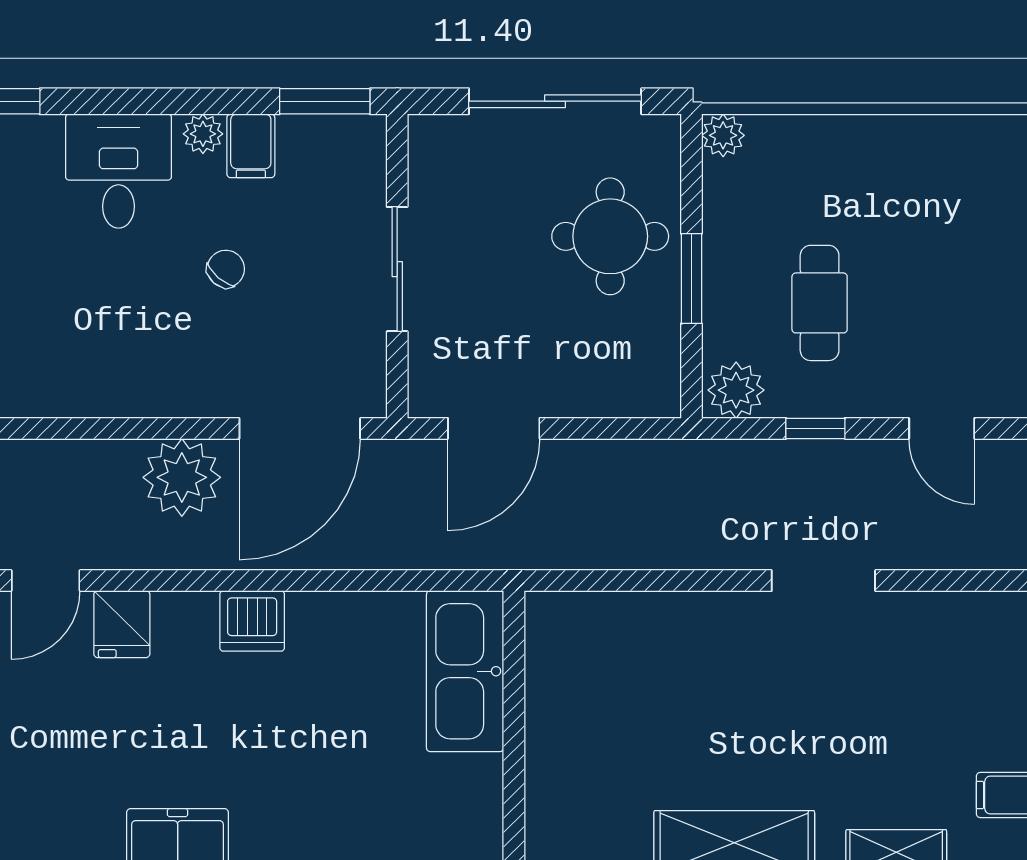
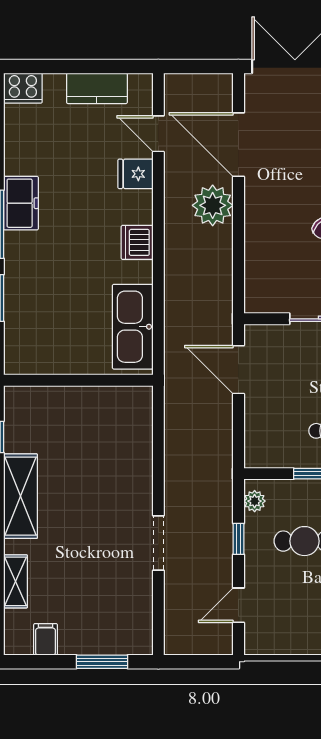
plant: (736, 390) -> (255, 501), width x0.73, depth x0.73
door: (300, 428) -> (238, 145), moved
kitchen sink: (465, 671) -> (133, 327), moved, turned -90

